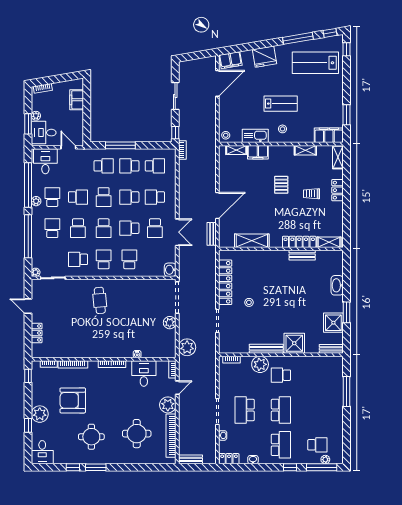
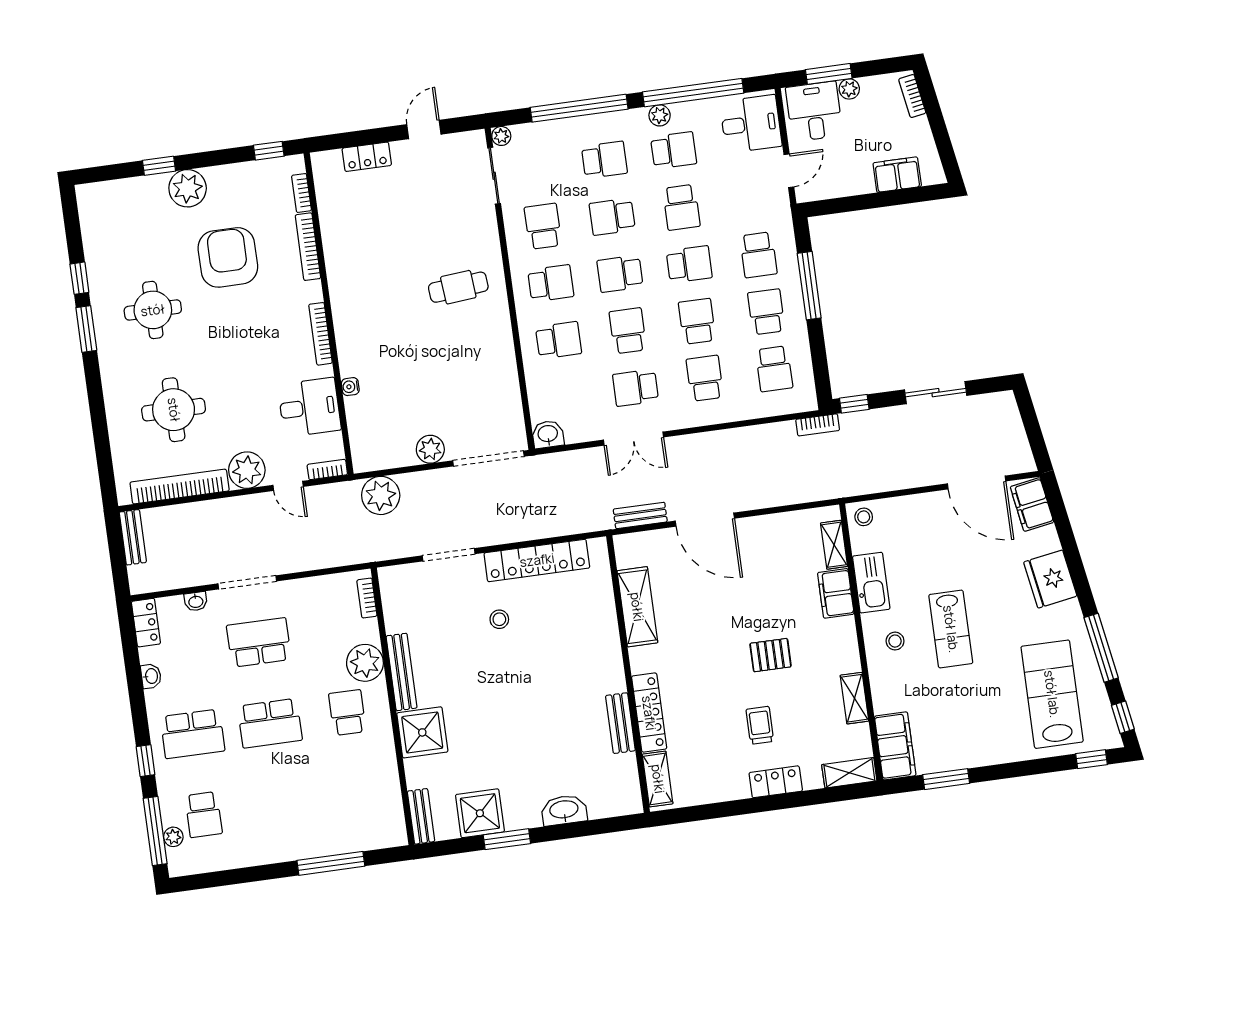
school desk: (104, 197) -> (689, 264), turned 180
desk: (42, 452) -> (104, 205), removed

